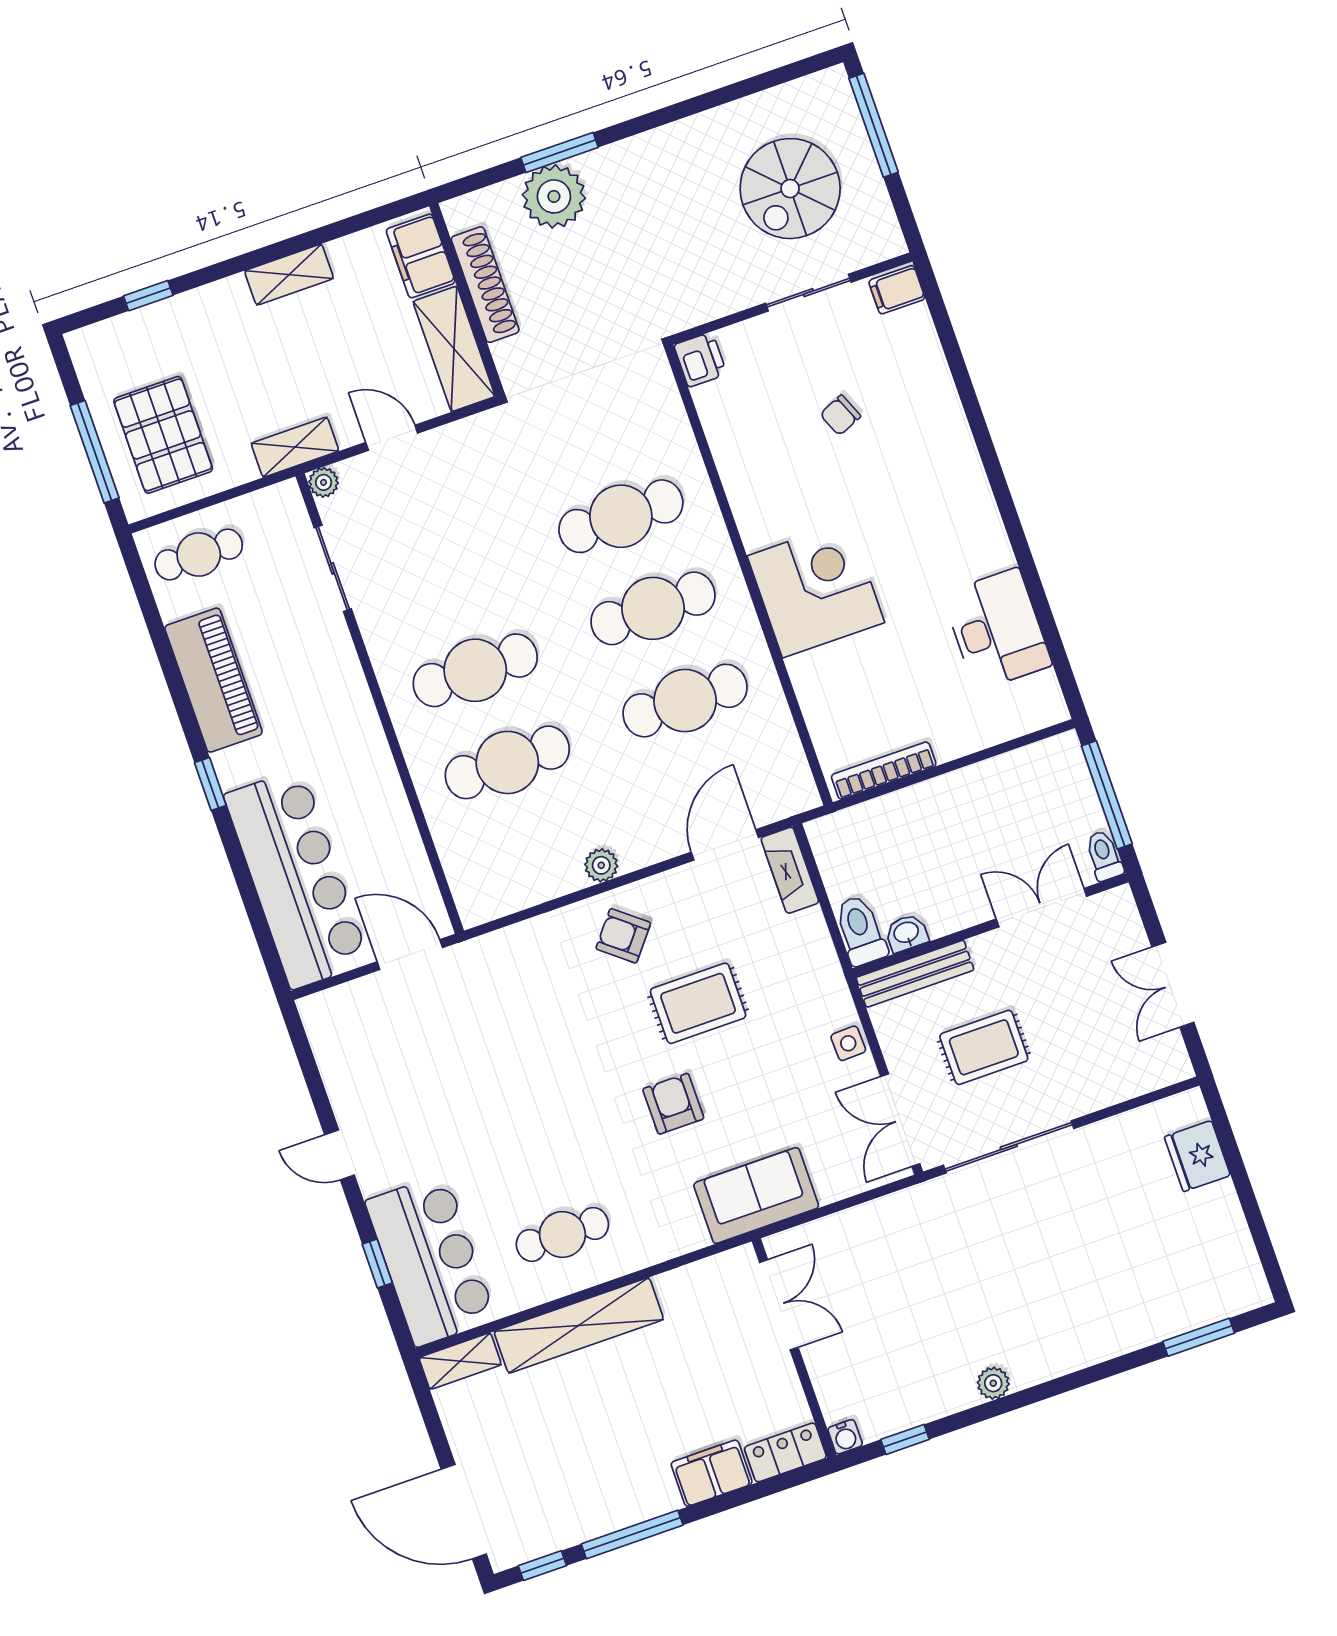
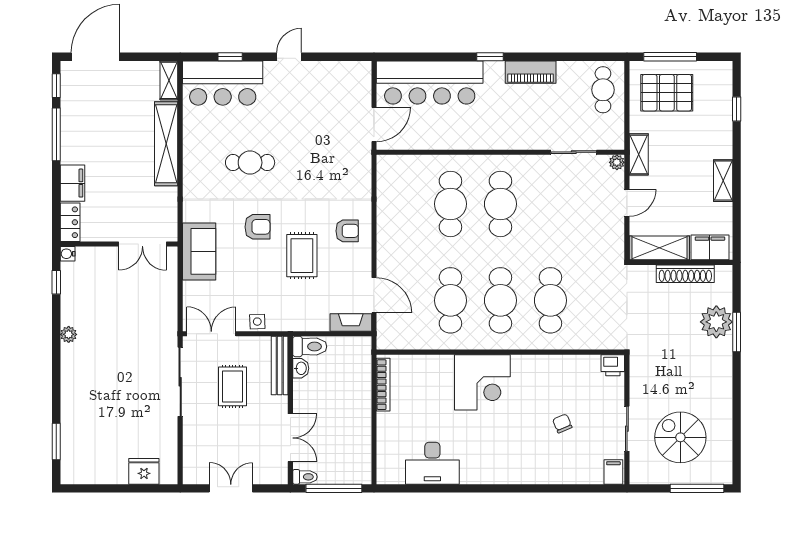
piano: (213, 680) -> (531, 72), width x0.73, depth x0.75
plant: (601, 865) -> (385, 232), removed
armchair: (623, 936) -> (347, 231), turned 51
cafe table: (562, 1234) -> (250, 163), moved, turned 90

